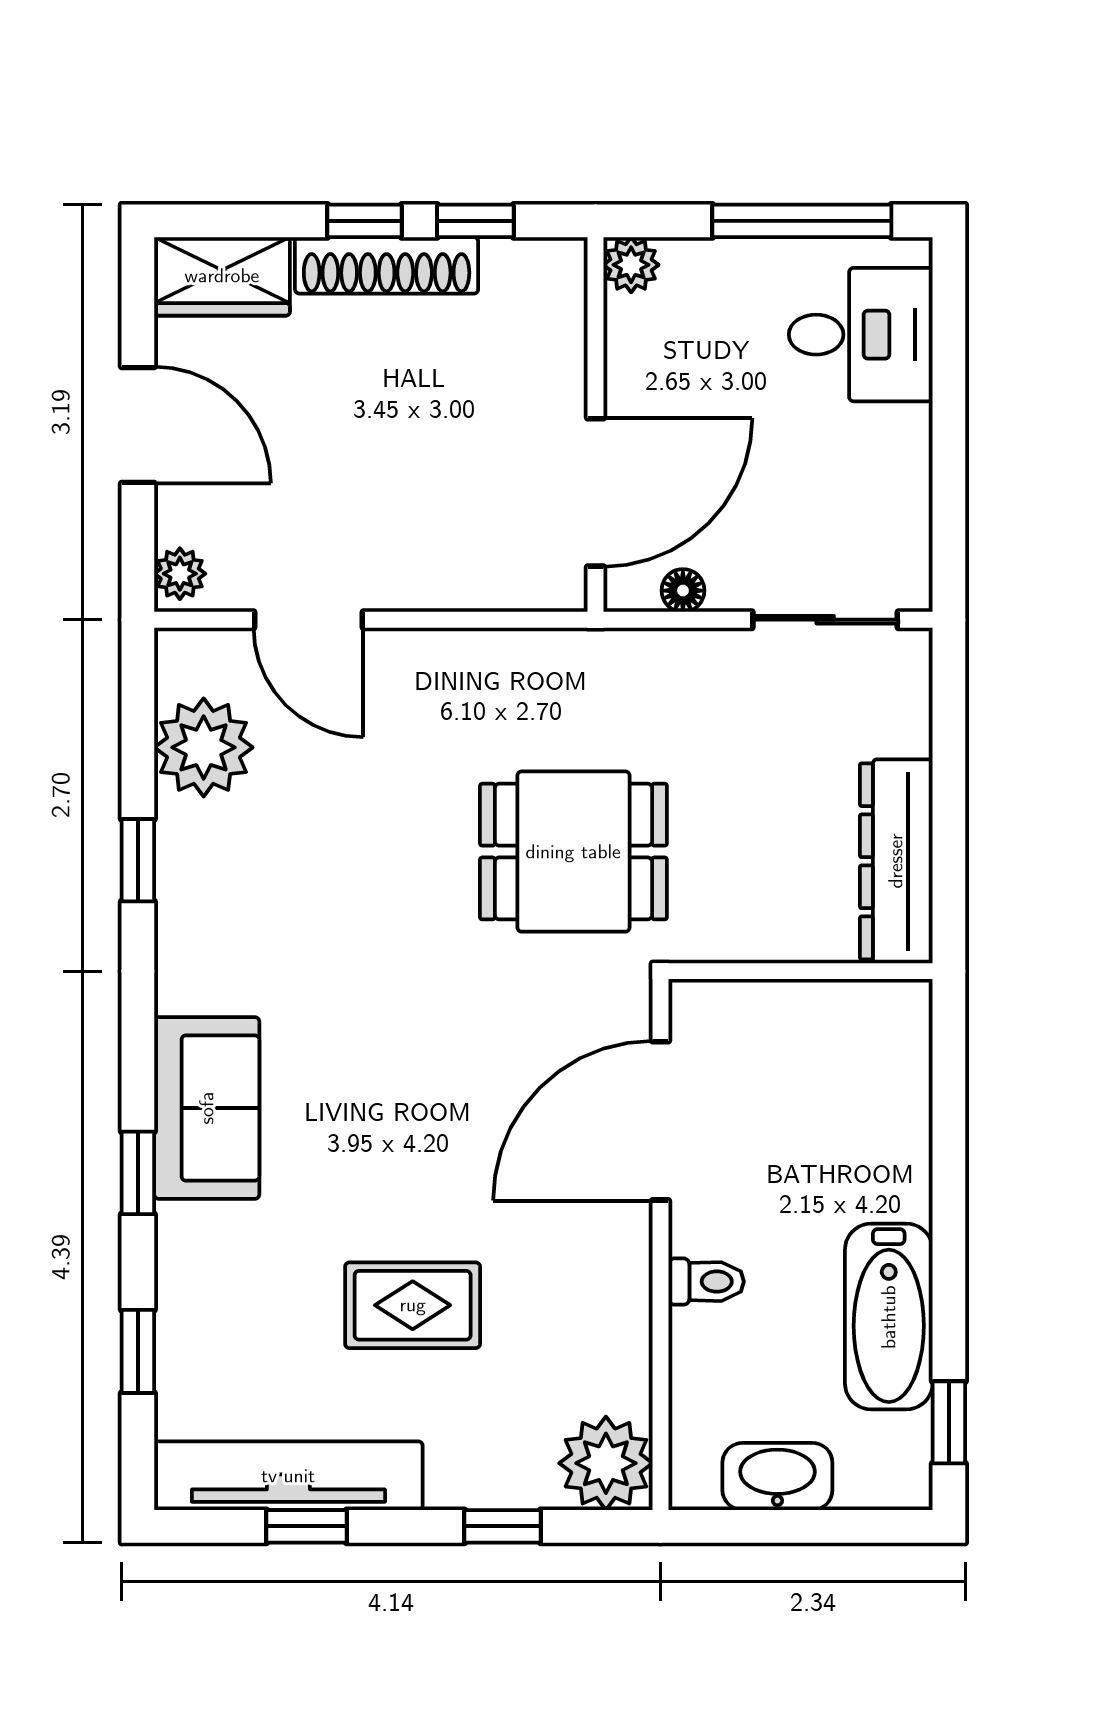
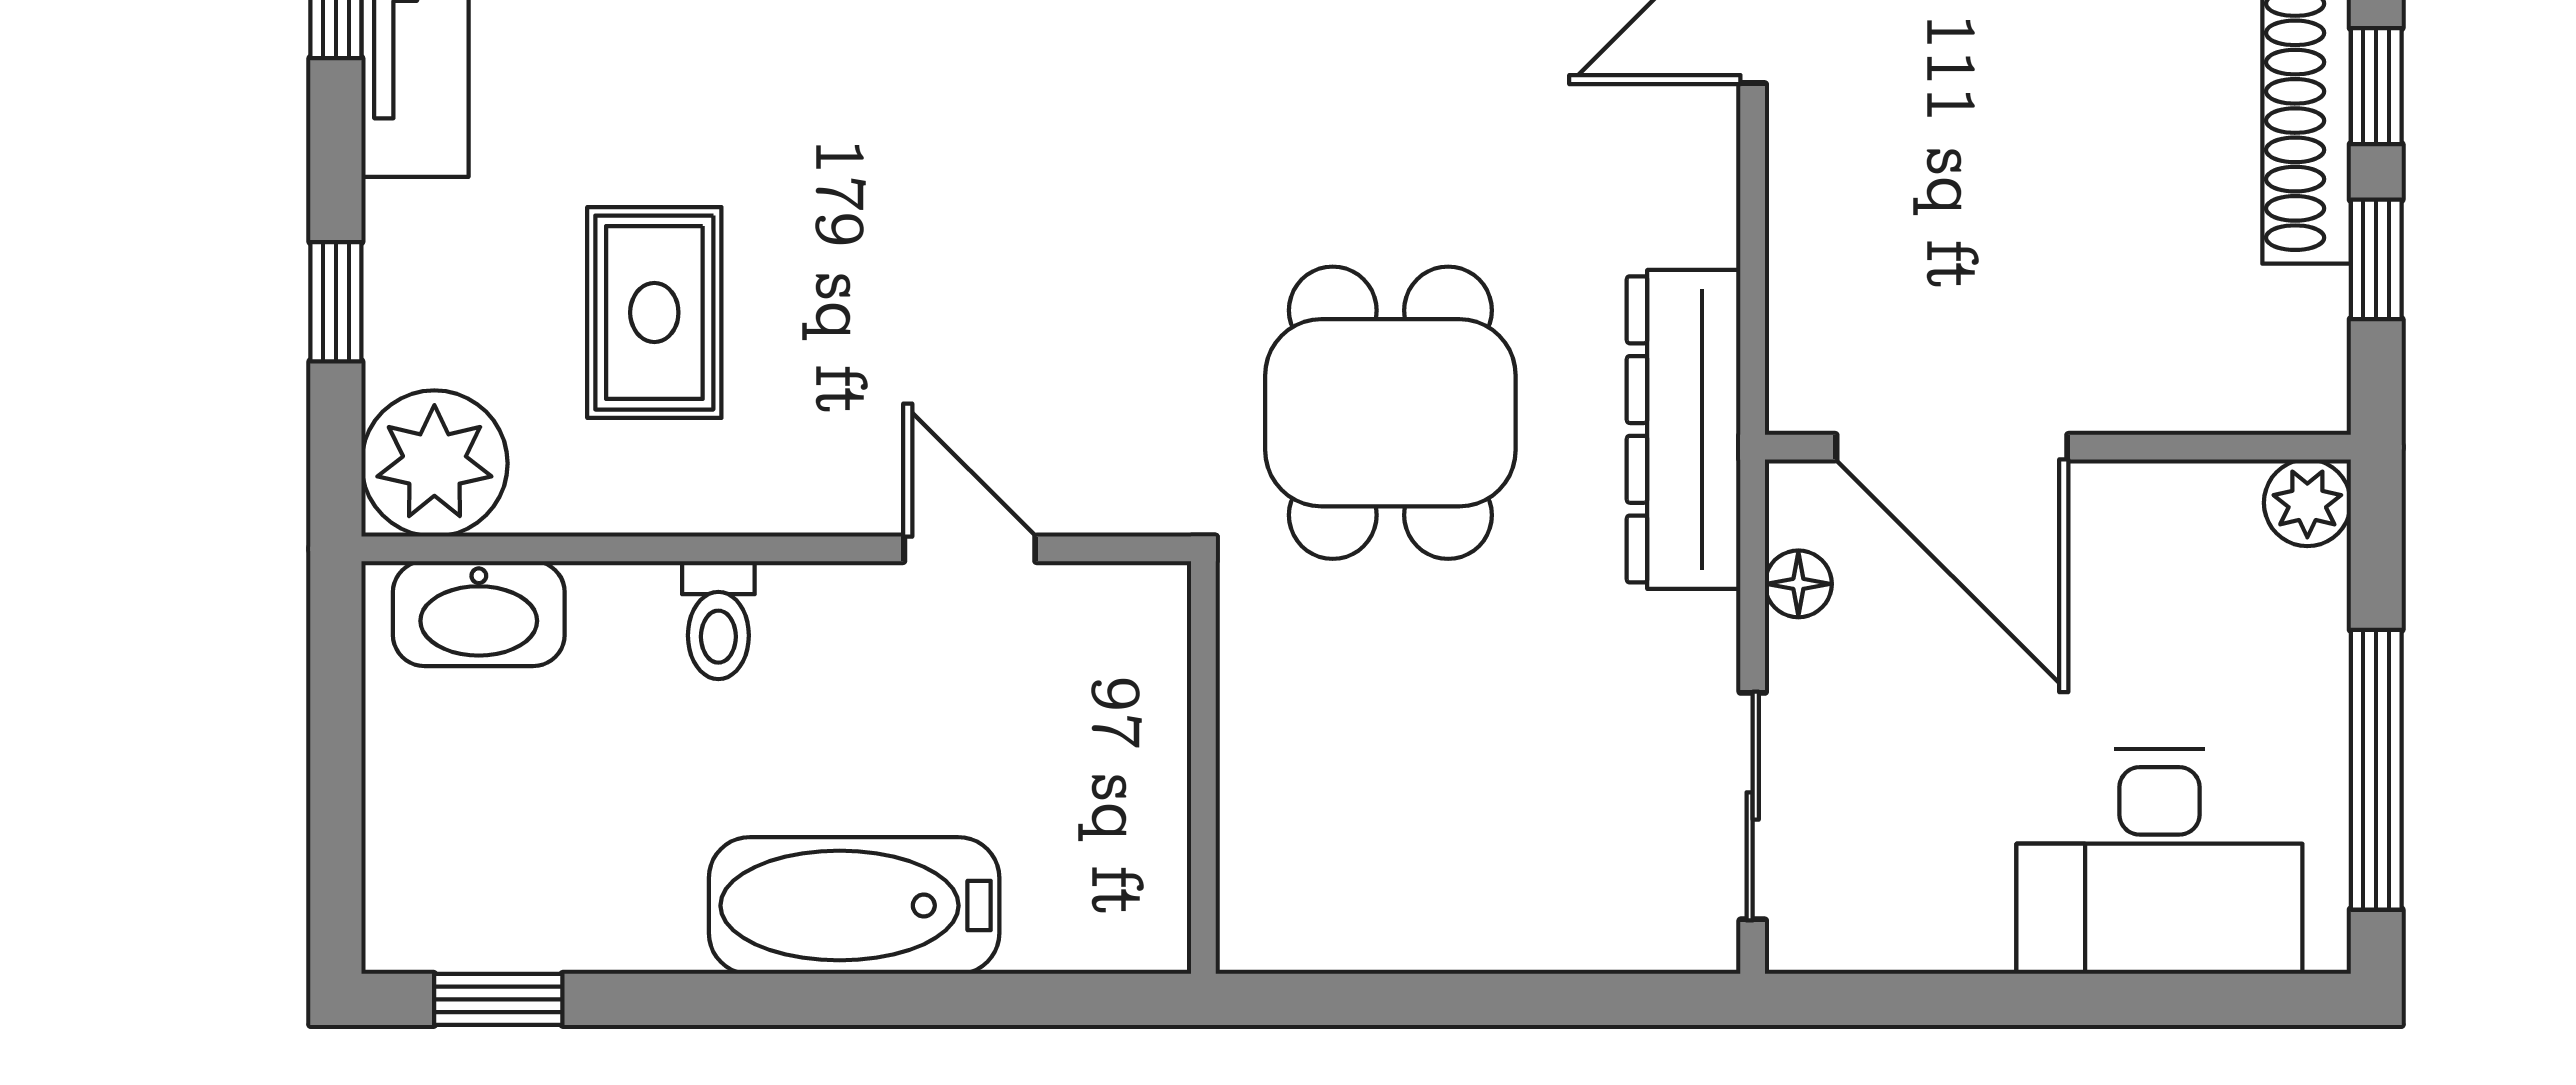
desk: (861, 335) -> (2159, 862), width x1.37
dresser: (896, 861) -> (1684, 429), moved, turned -90
door: (661, 1121) -> (970, 549), width x0.53
rug: (413, 1305) -> (654, 313), moved
bathtub: (889, 1317) -> (854, 906), moved
washbasin: (777, 1476) -> (479, 614), moved, turned 90

